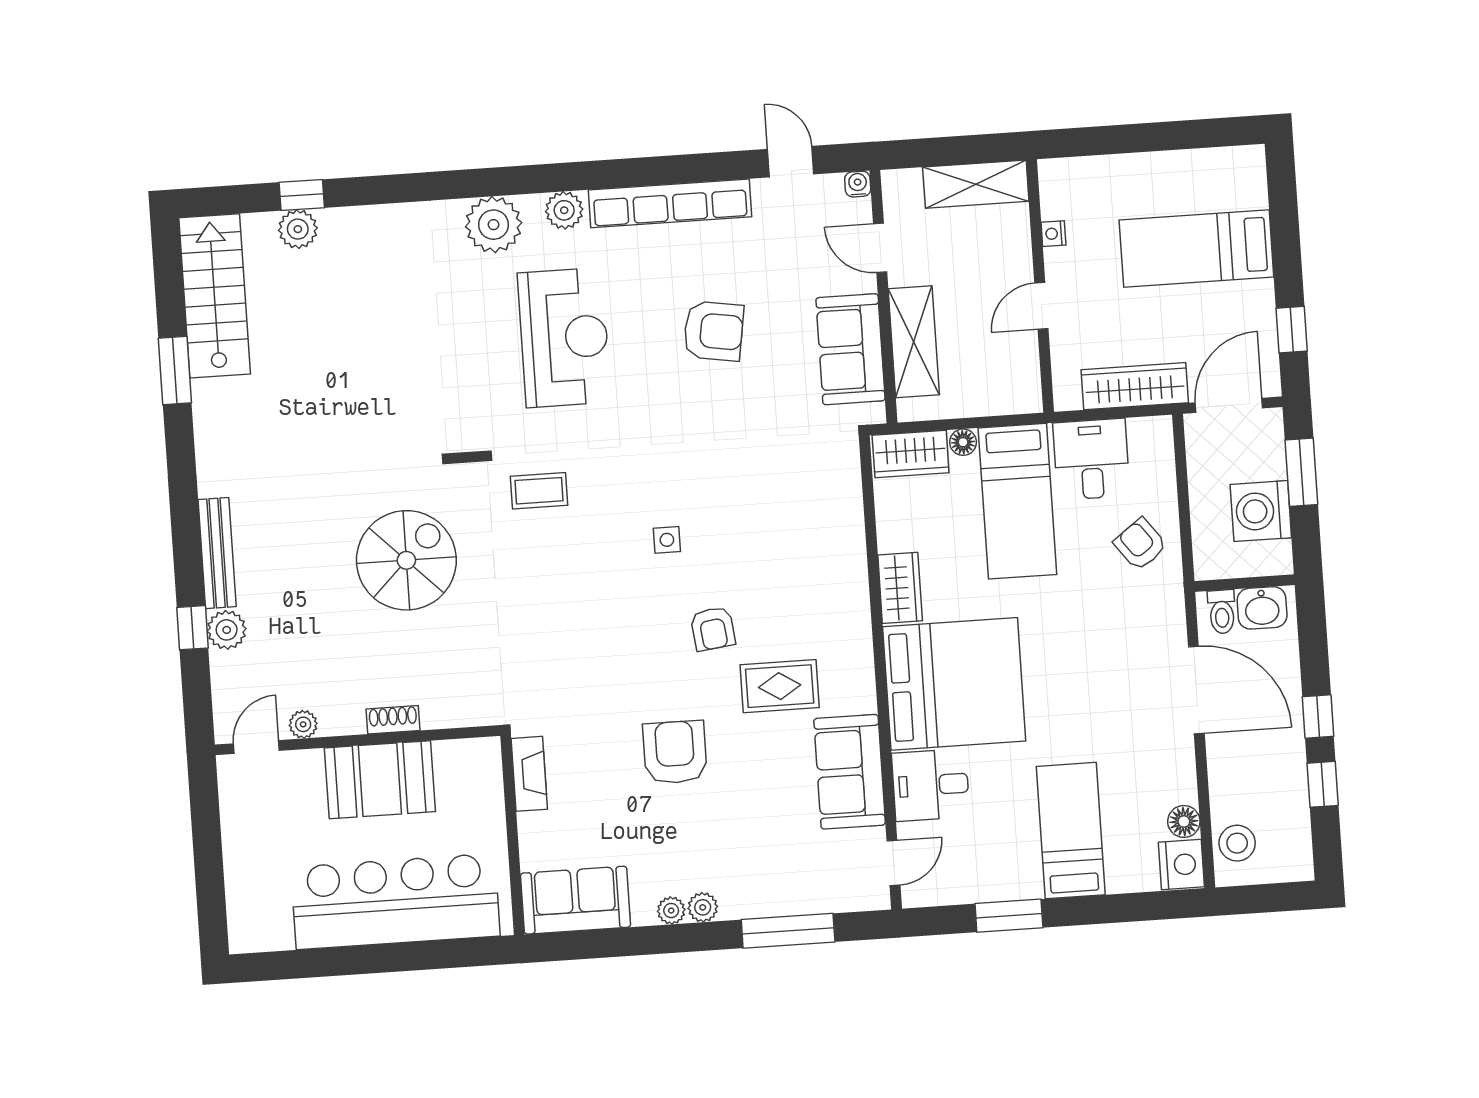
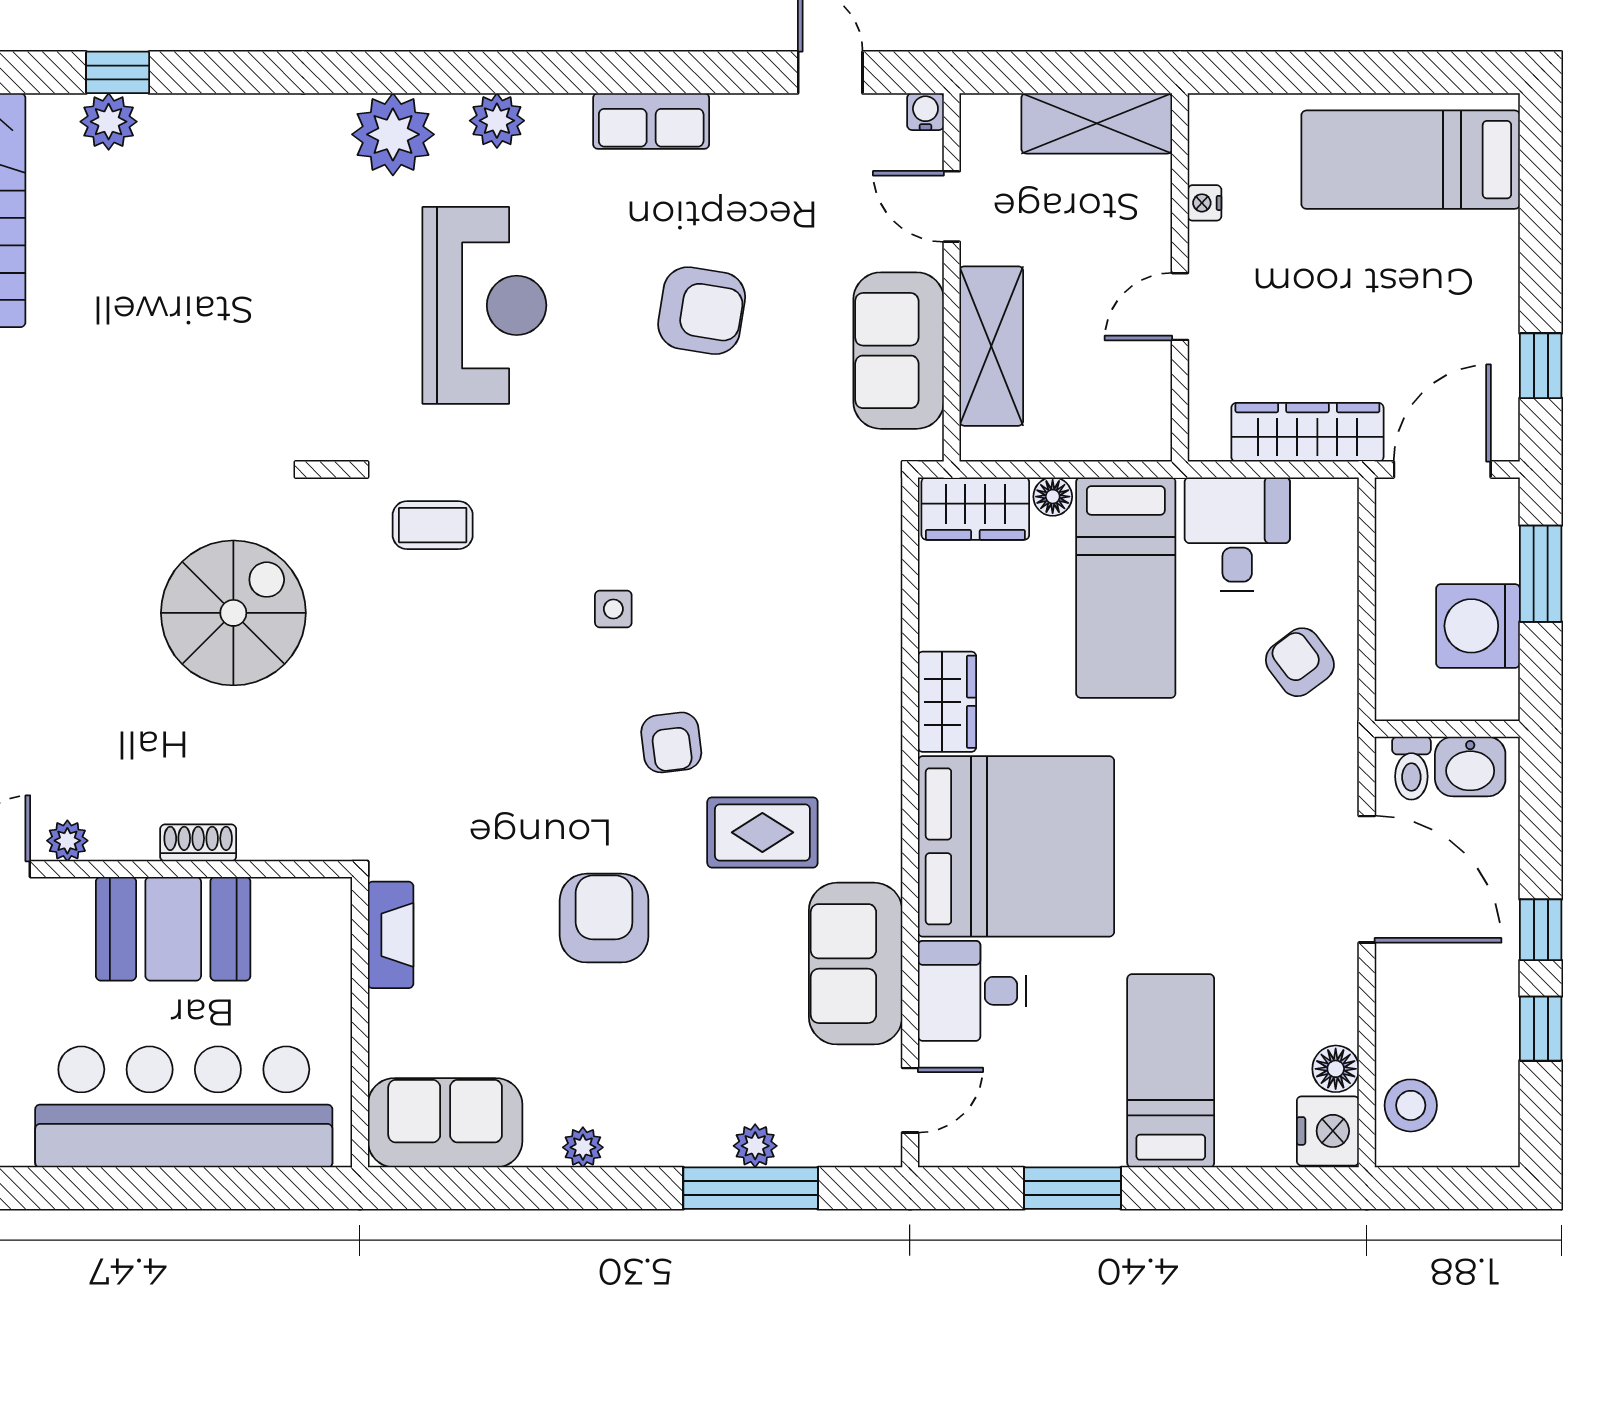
row of seats: (670, 203) -> (651, 121), width x0.50
bed: (1196, 248) -> (1411, 160), moved
plant: (703, 907) -> (755, 1146), moved

